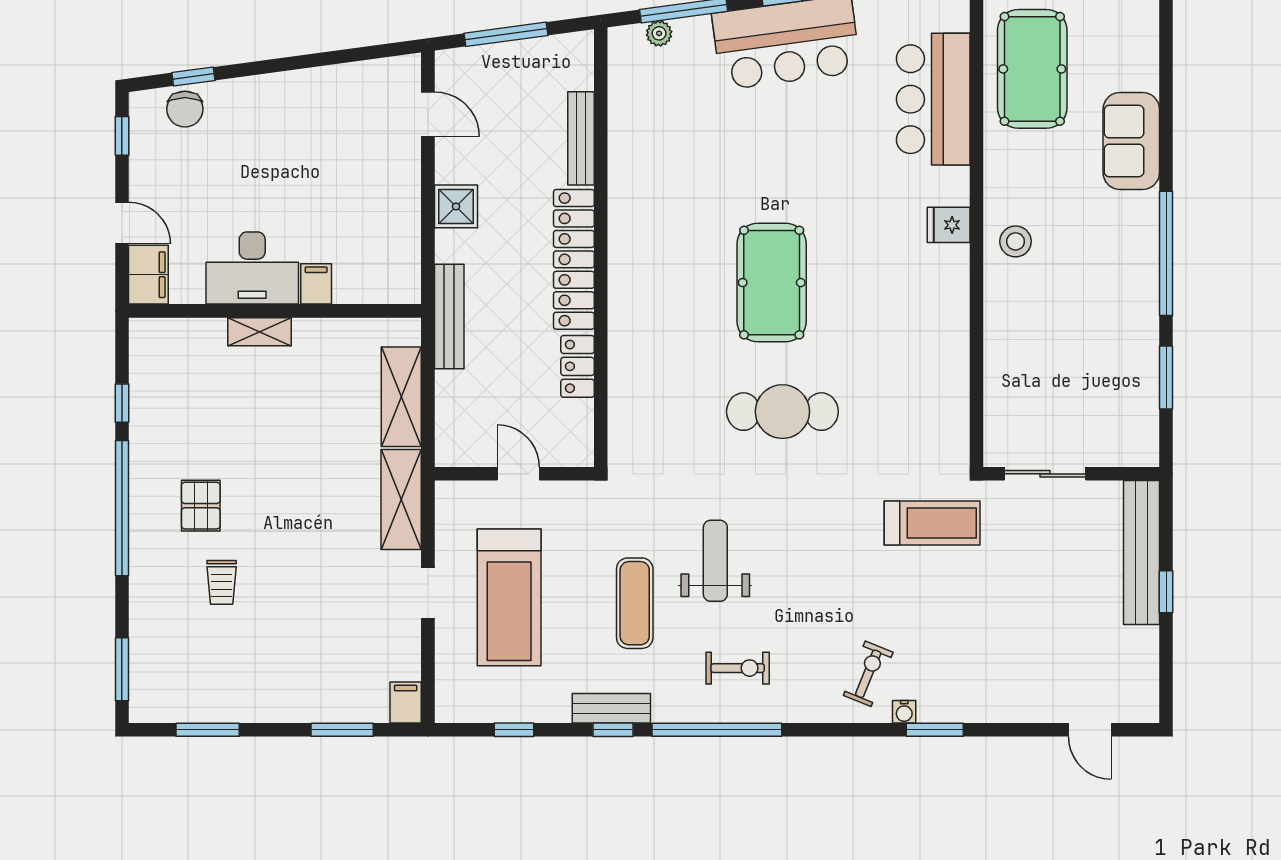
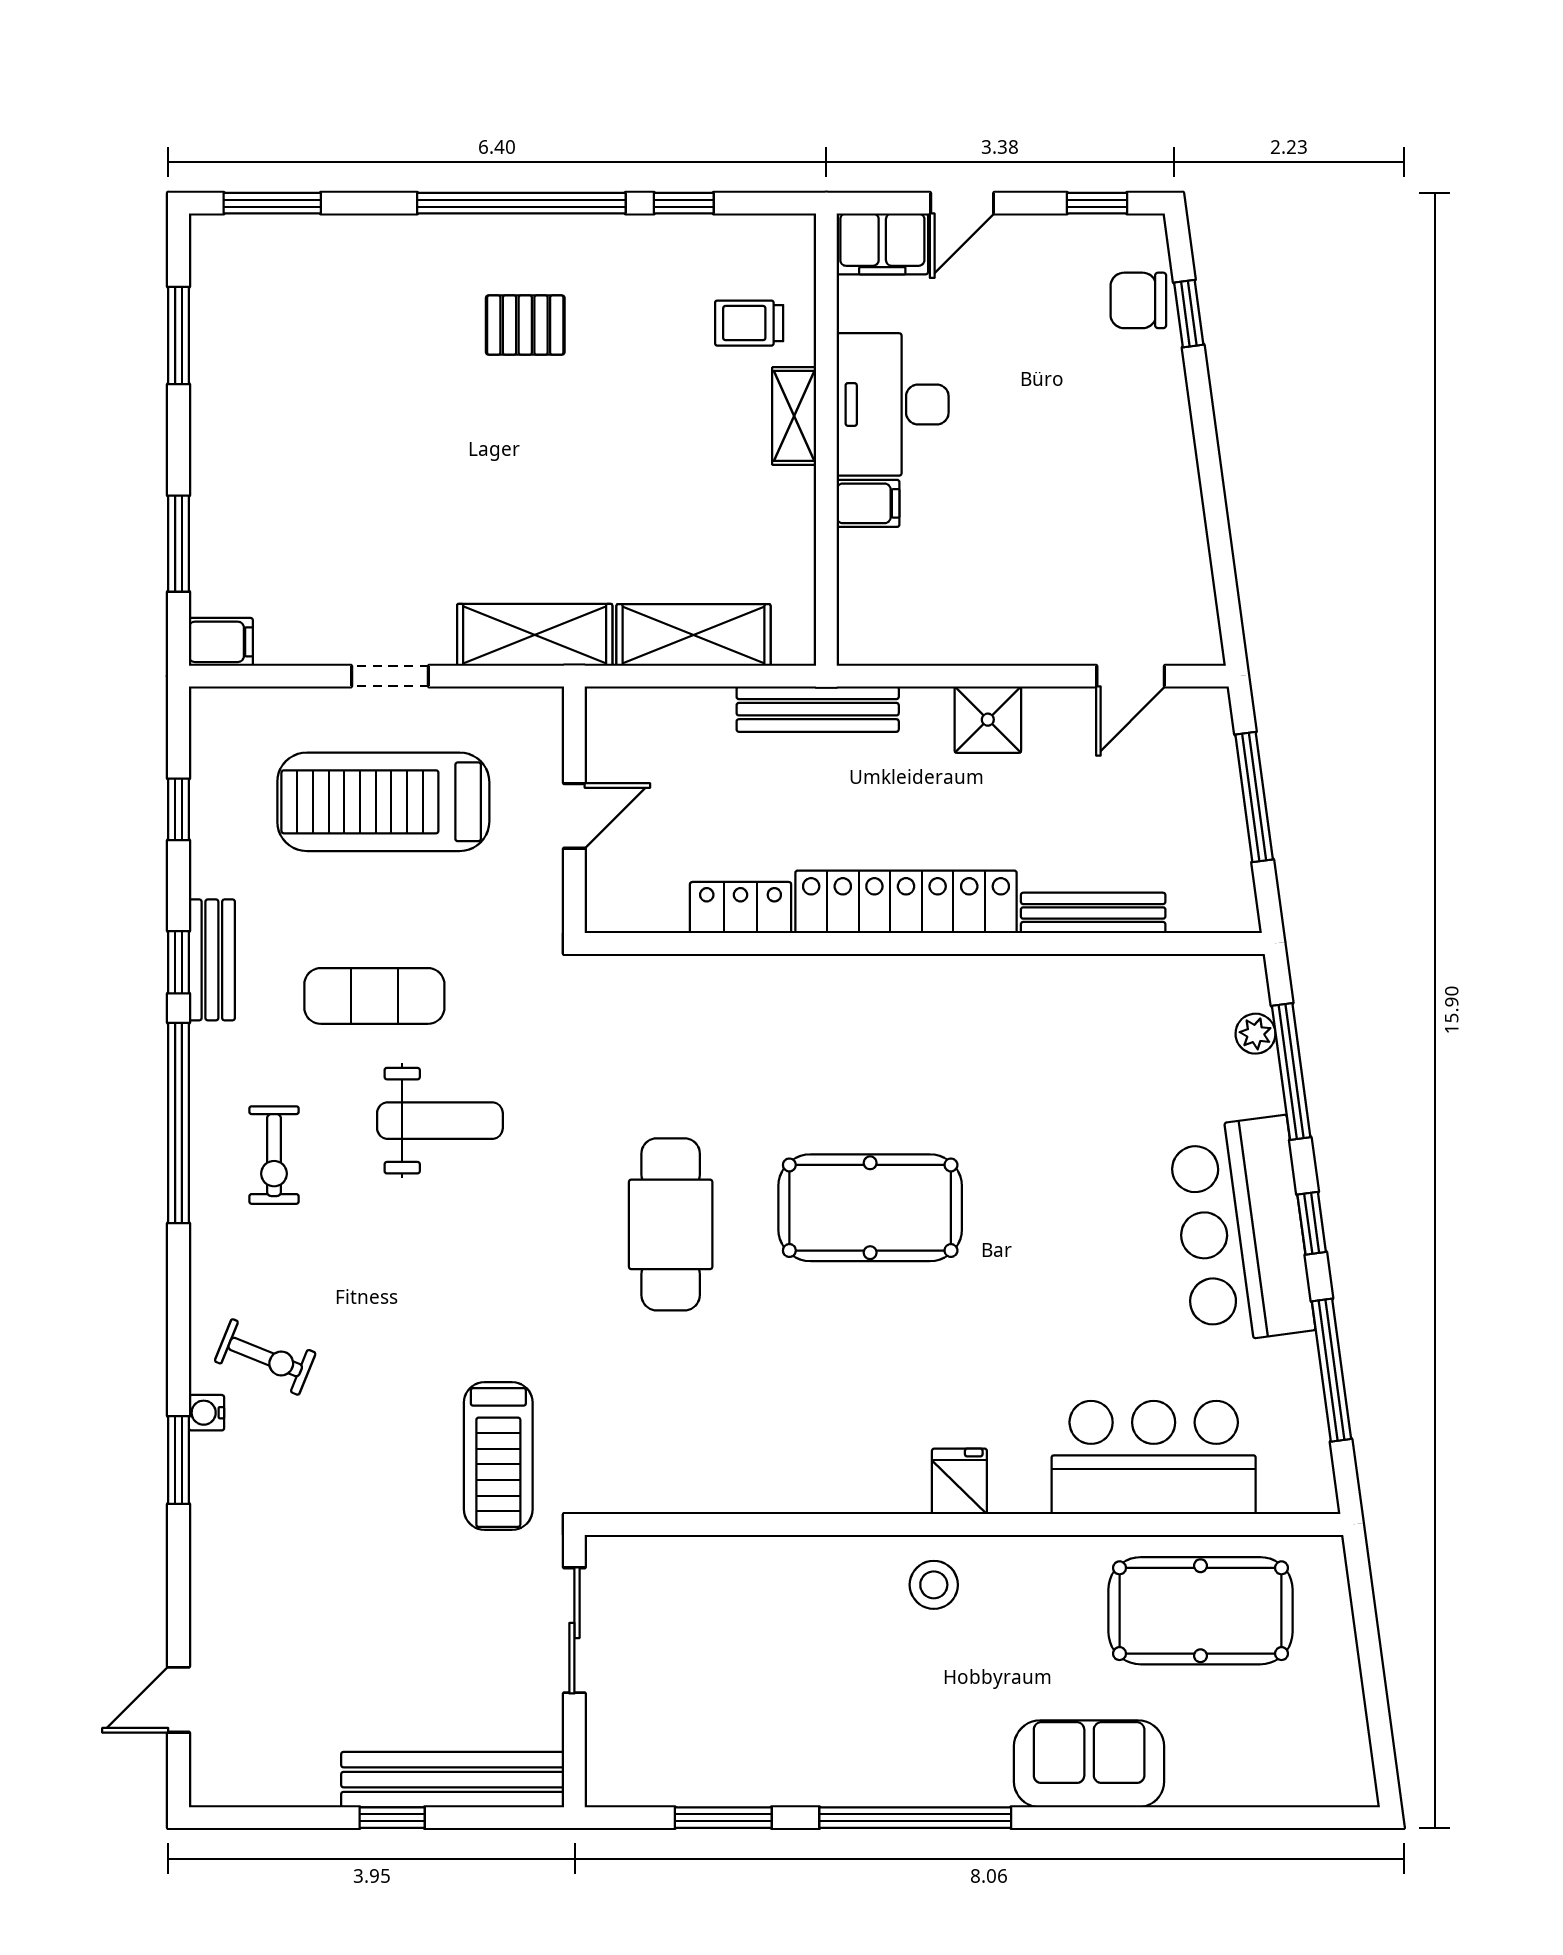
trolley: (222, 582) -> (749, 323), moved

